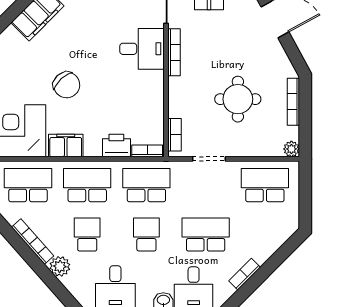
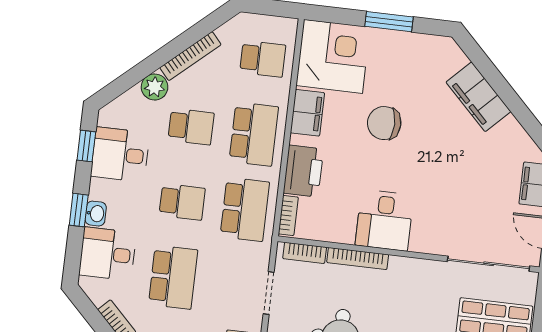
desk: (142, 49) -> (384, 220), moved
bookcase: (174, 52) -> (358, 258), moved
chair: (67, 85) -> (384, 123), turned 43
printer: (116, 145) -> (303, 171), width x1.37, depth x1.19
school desk: (28, 185) -> (263, 59), width x0.54

